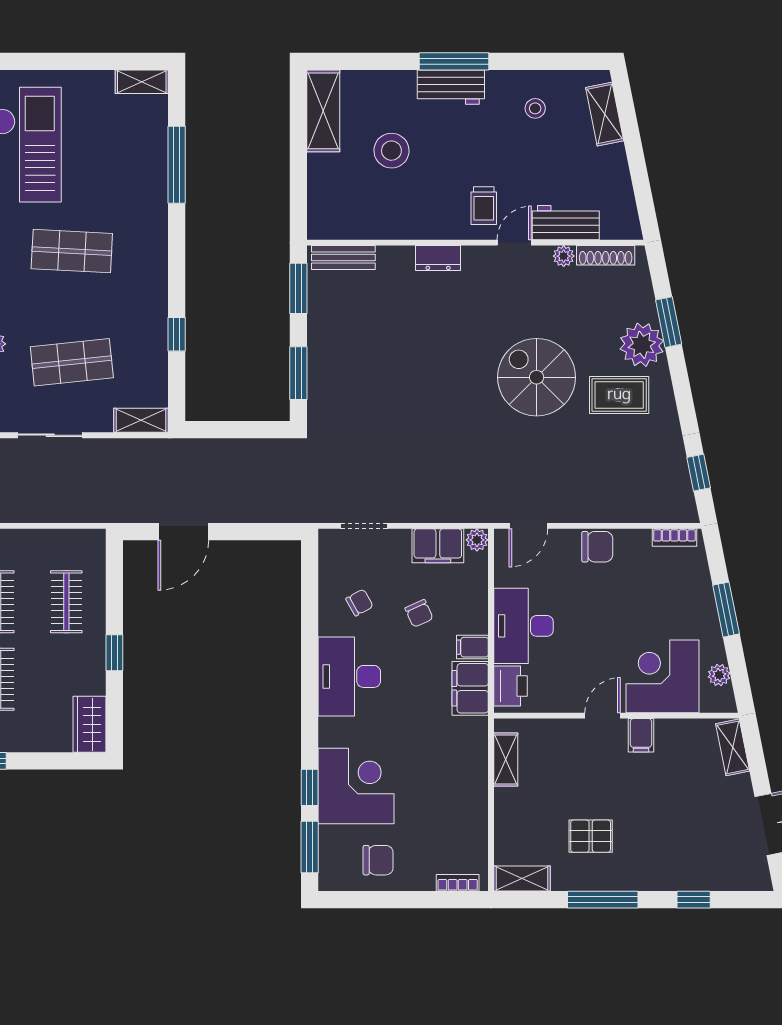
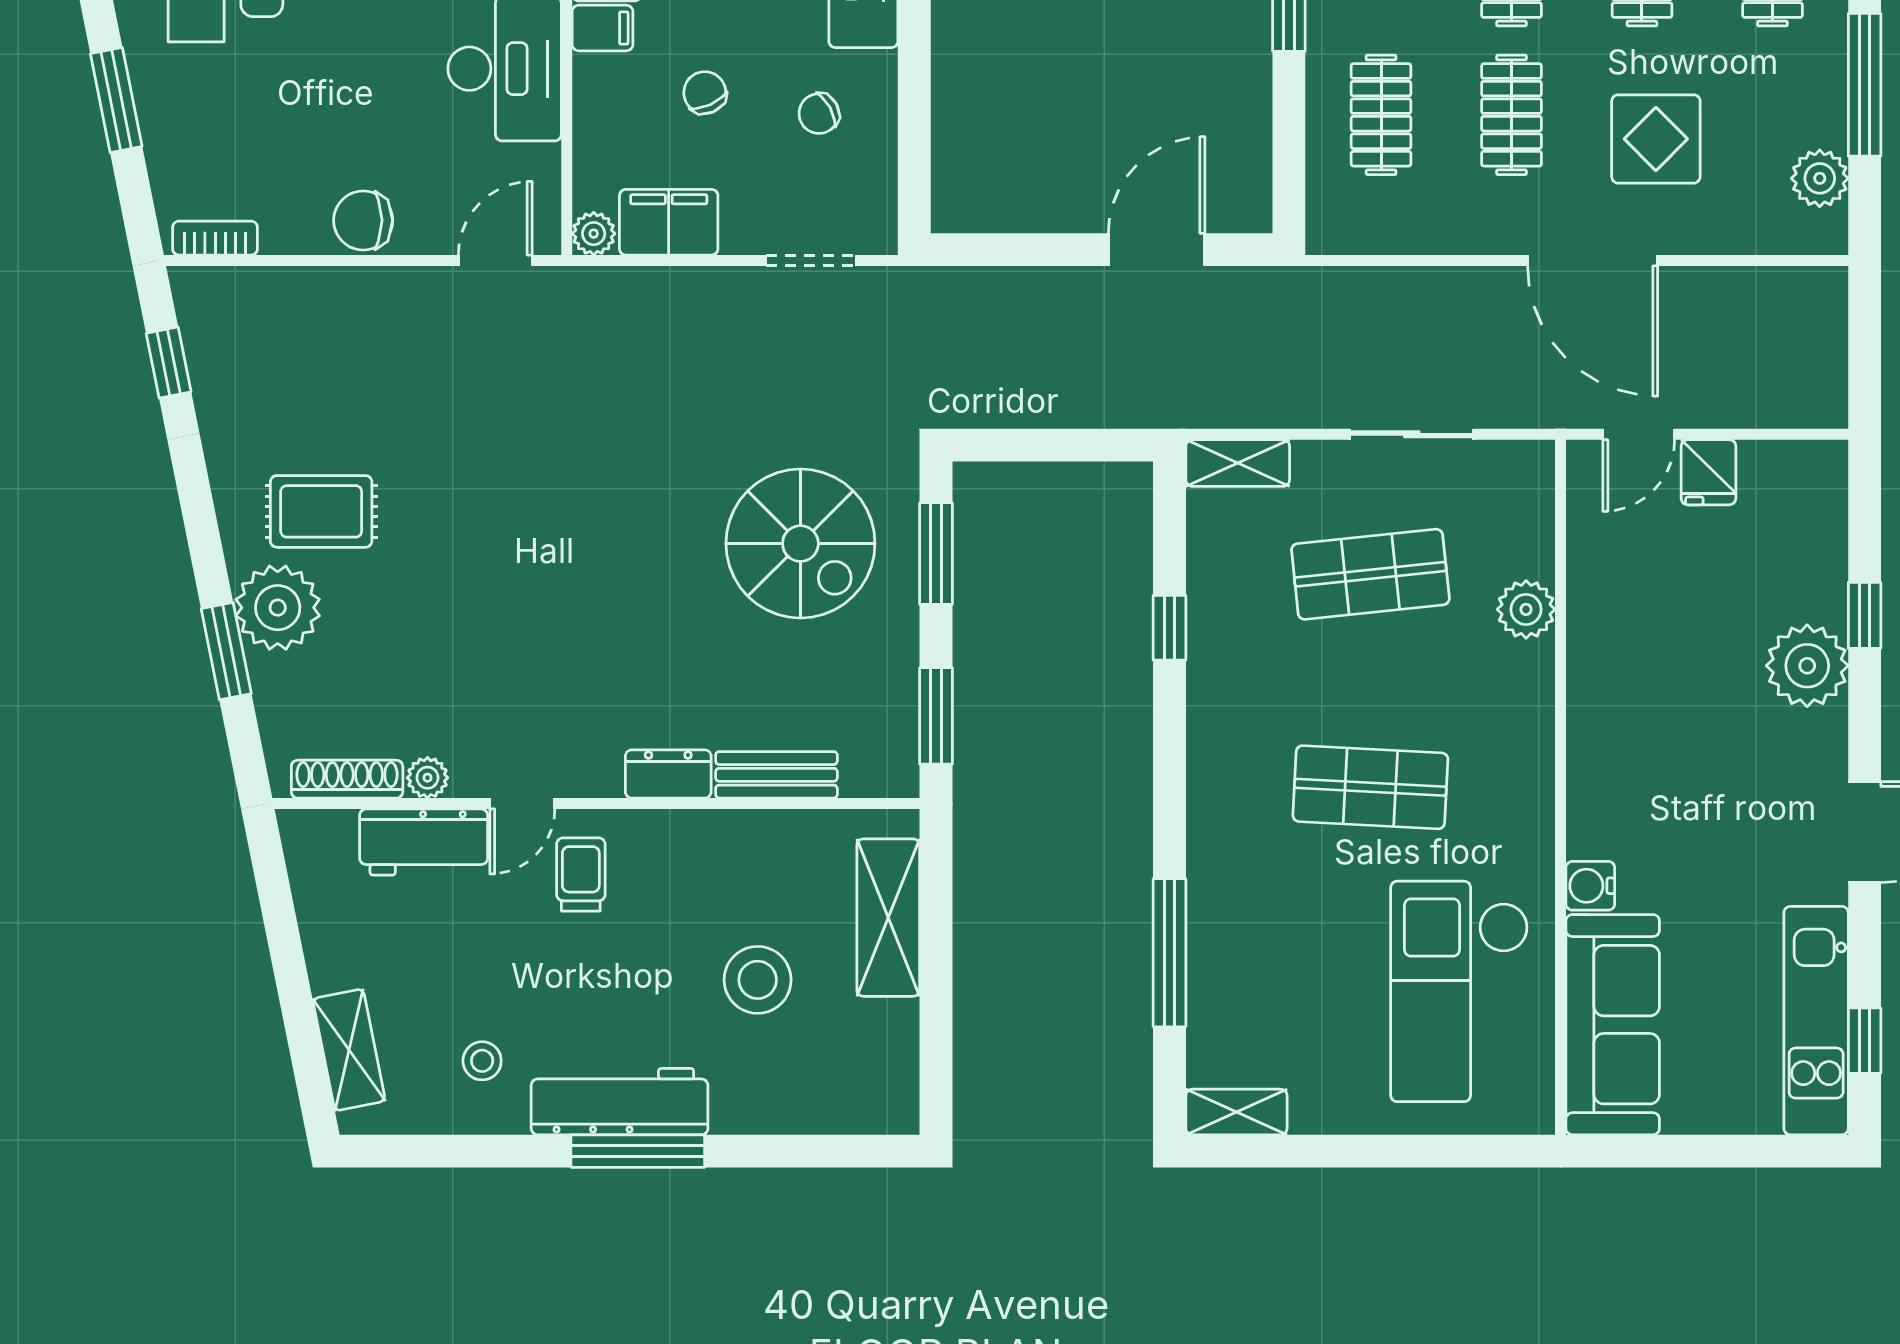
workbench: (451, 87) -> (620, 1102), width x1.38
shelving: (323, 111) -> (888, 918), moved
bench: (343, 258) -> (776, 775), moved
spiral stairs: (537, 377) -> (800, 544), moved

